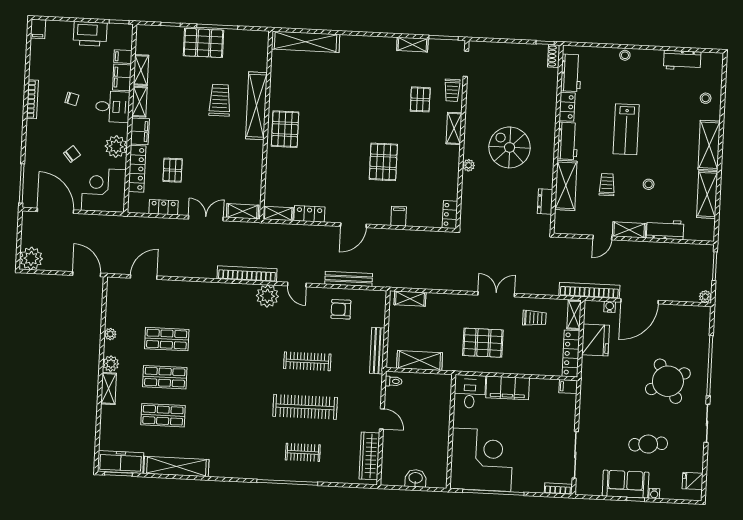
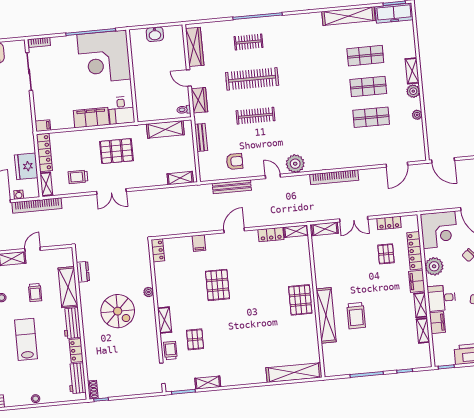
pallet: (204, 43) -> (376, 360), removed
filing cabinet: (123, 57) -> (439, 339), removed
bookcase: (247, 274) -> (334, 177), moved
bench: (377, 351) -> (201, 137), width x0.73
wardrobe: (373, 390) -> (199, 100), added

